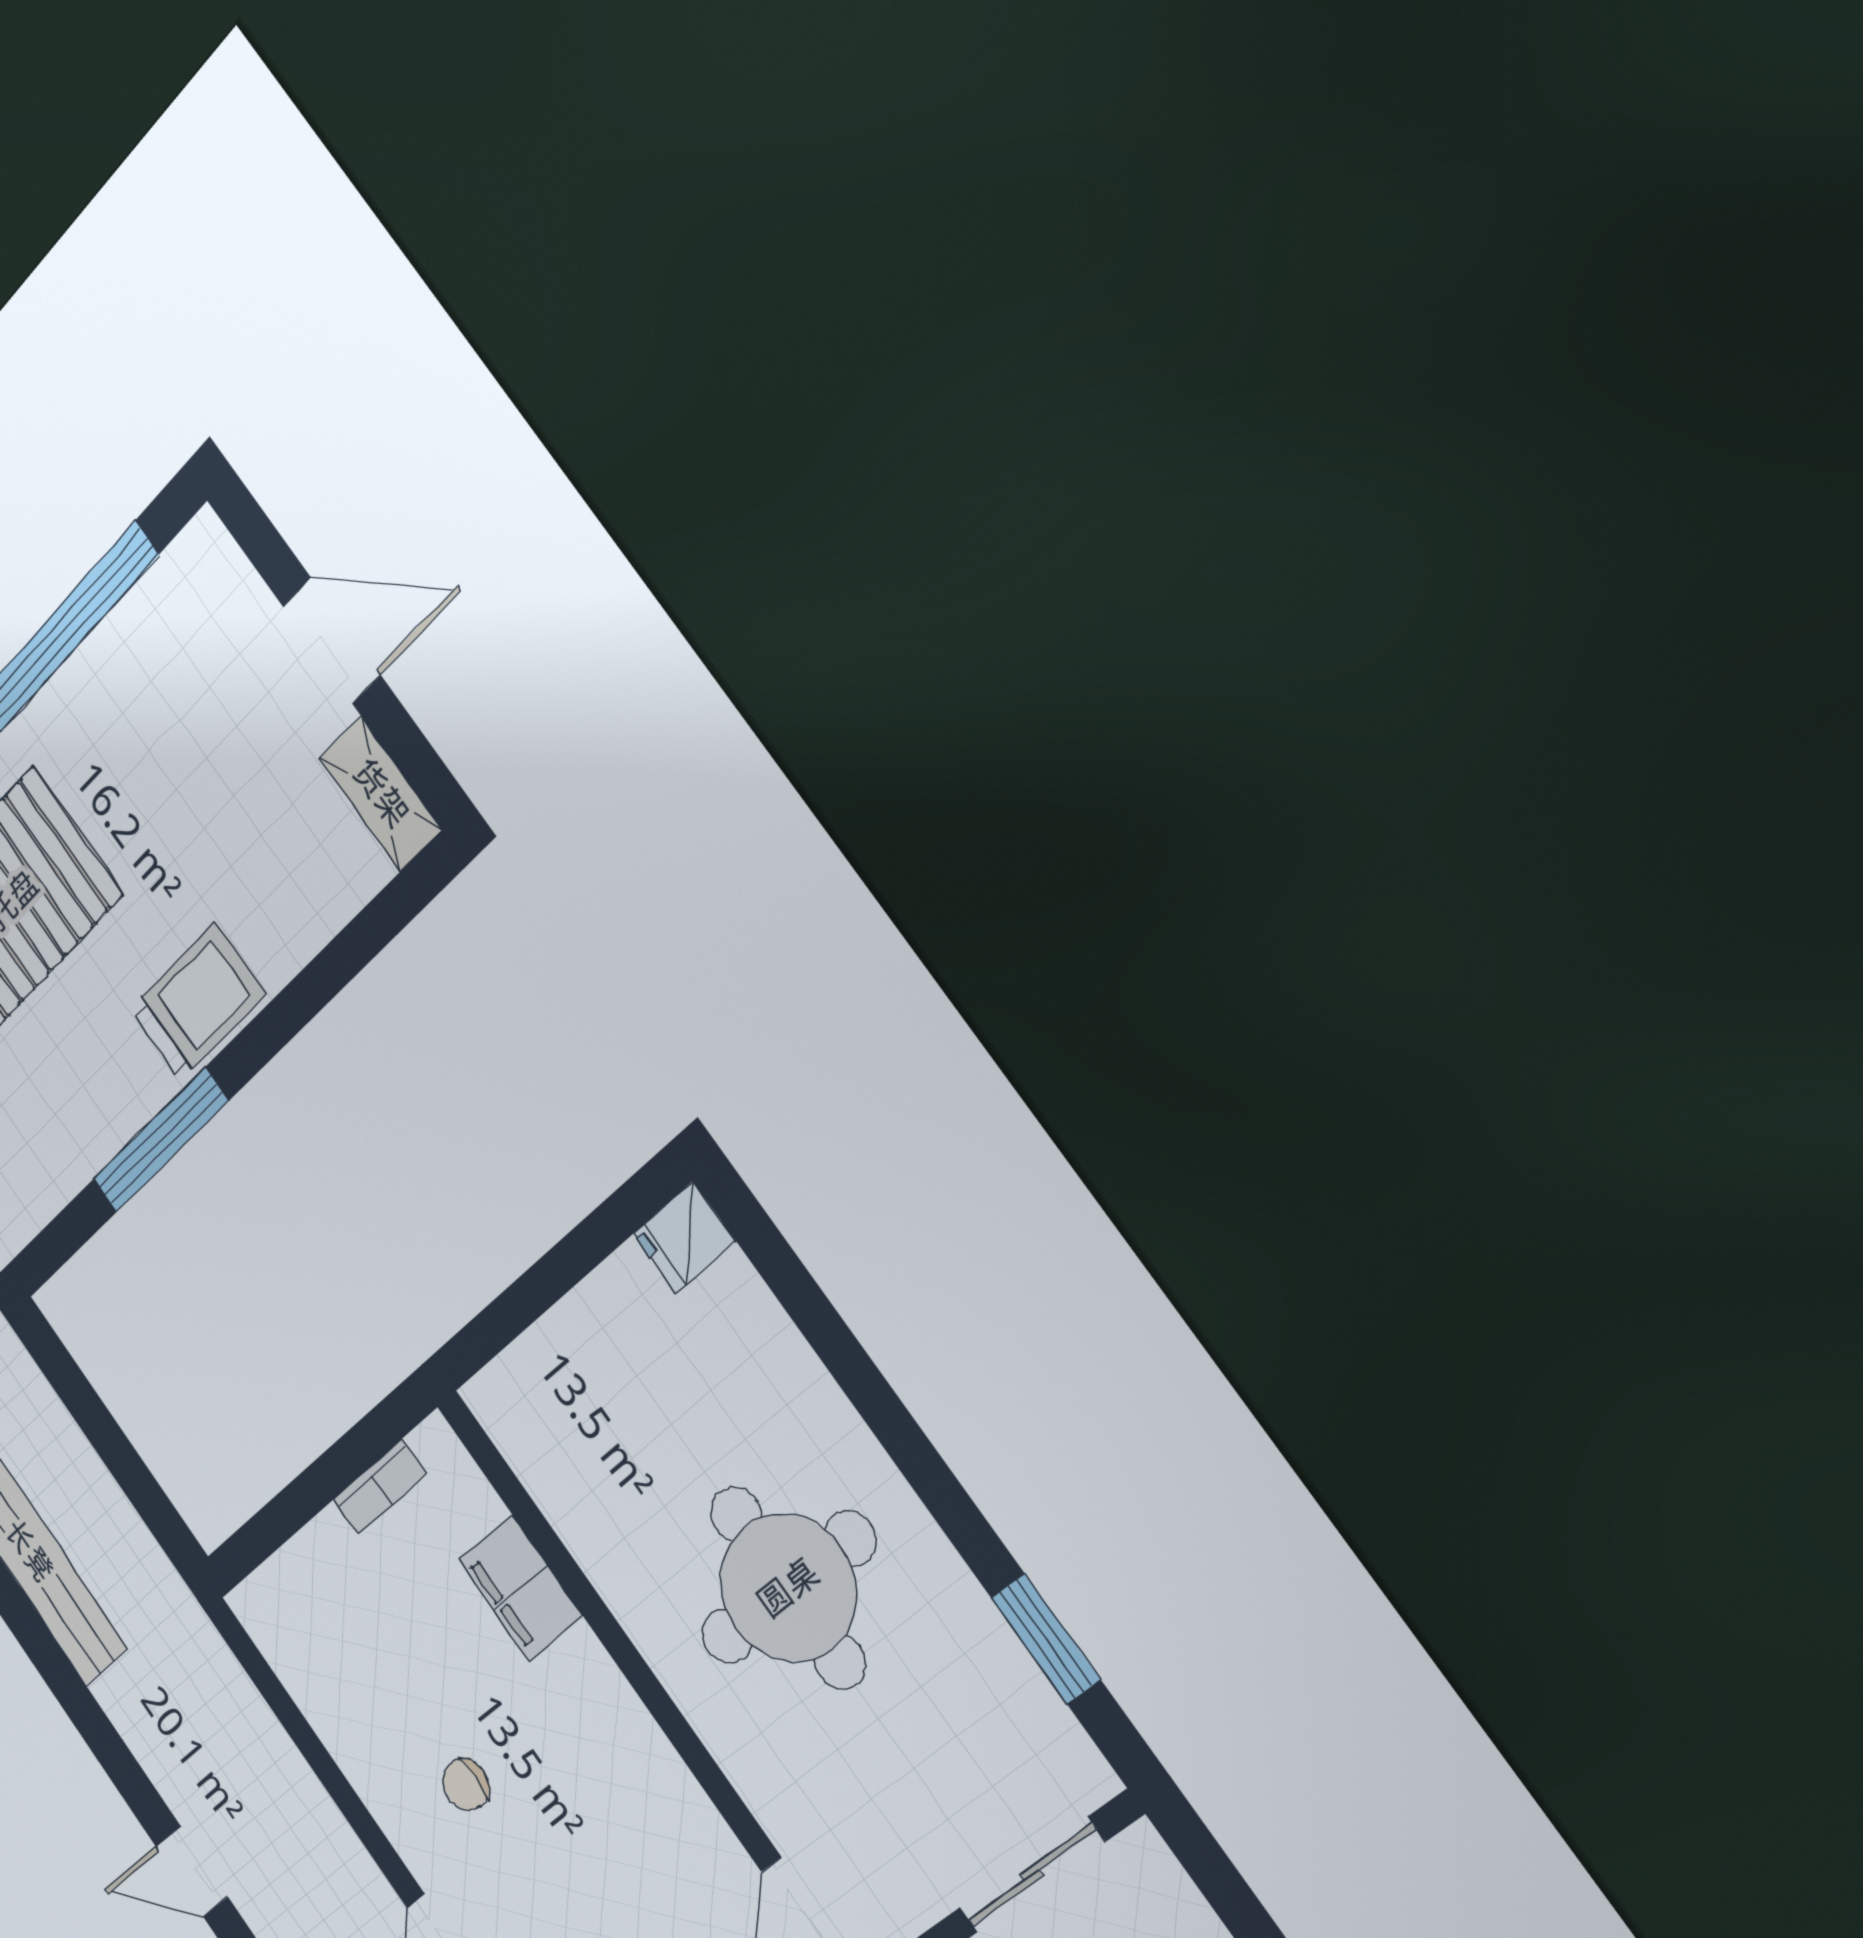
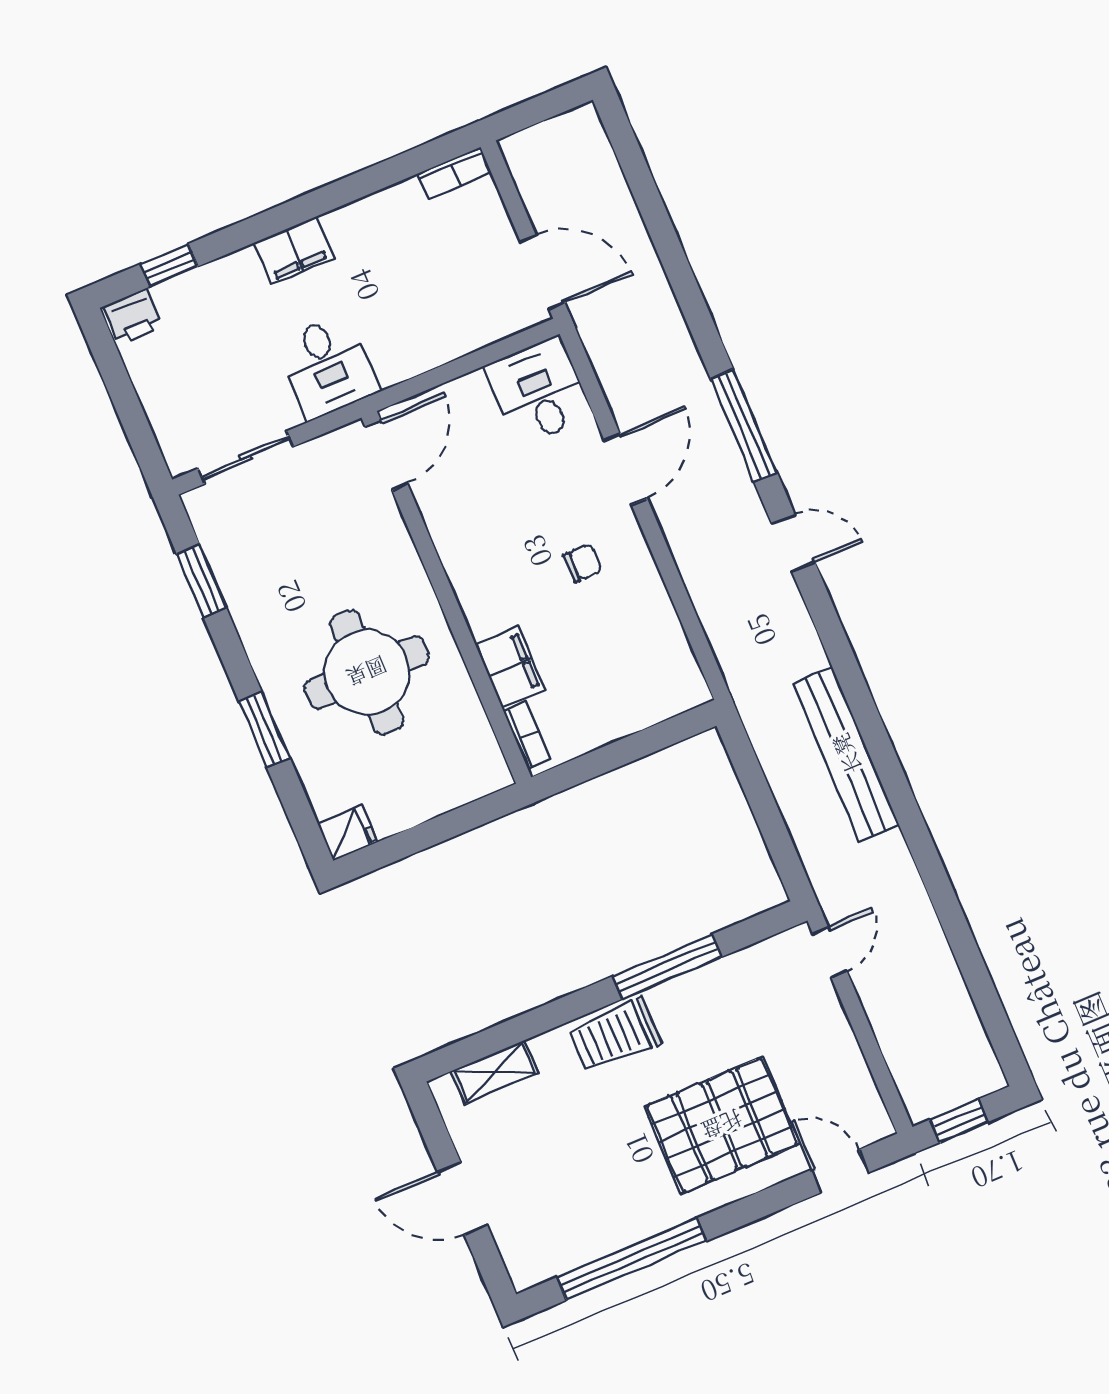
shelving: (381, 793) -> (495, 1072), moved, turned 90
window: (868, 1390) -> (264, 729), added
bookcase: (380, 1487) -> (527, 735), moved, turned 90
round table: (788, 1588) -> (367, 672), moved

